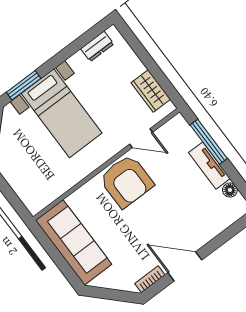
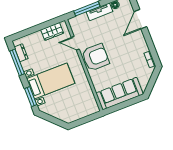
window: (78, 44) -> (17, 62), added
door: (141, 138) -> (75, 43), swing flipped
door: (185, 266) -> (140, 19), moved

